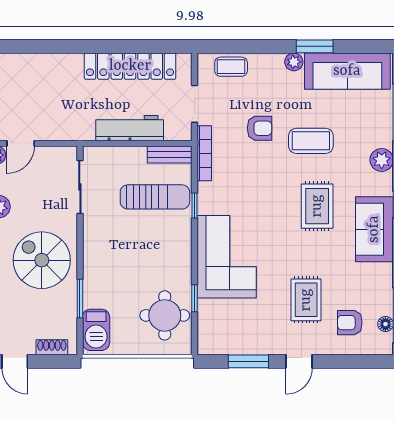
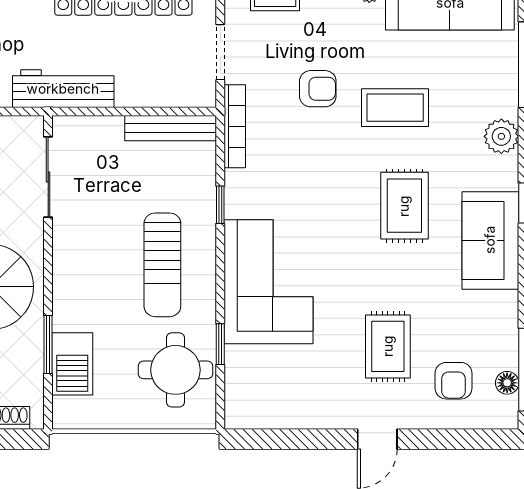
workbench: (130, 128) -> (63, 89), moved
bench: (170, 154) -> (171, 128), width x1.36
sun lounger: (155, 197) -> (162, 265), moved, turned 90
armchair: (350, 323) -> (454, 381), turned -90
barbecue: (96, 330) -> (72, 364), moved
window: (248, 361) -> (301, 439), removed

